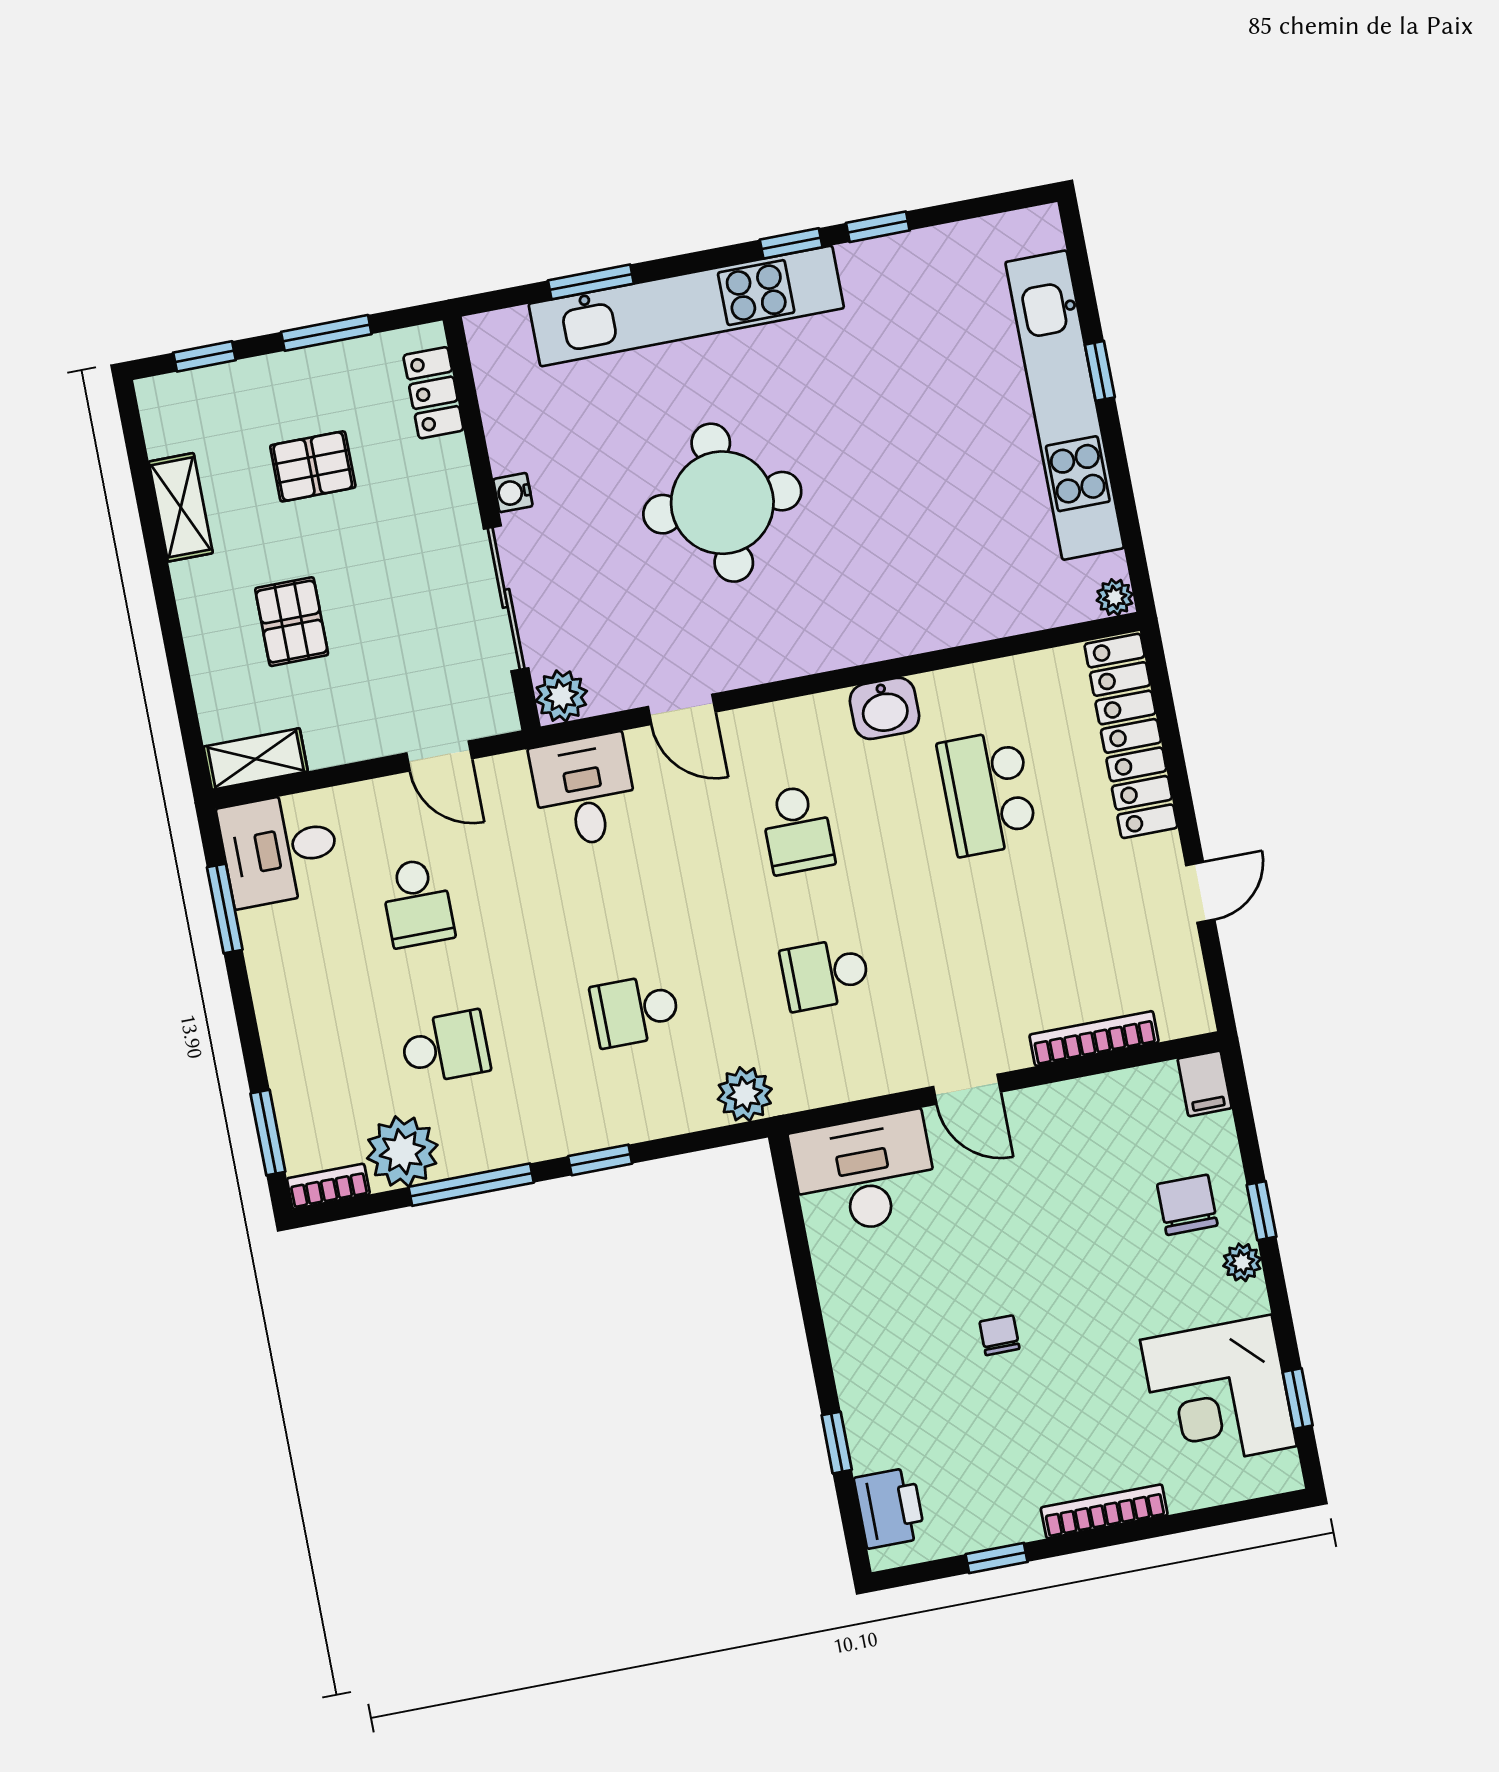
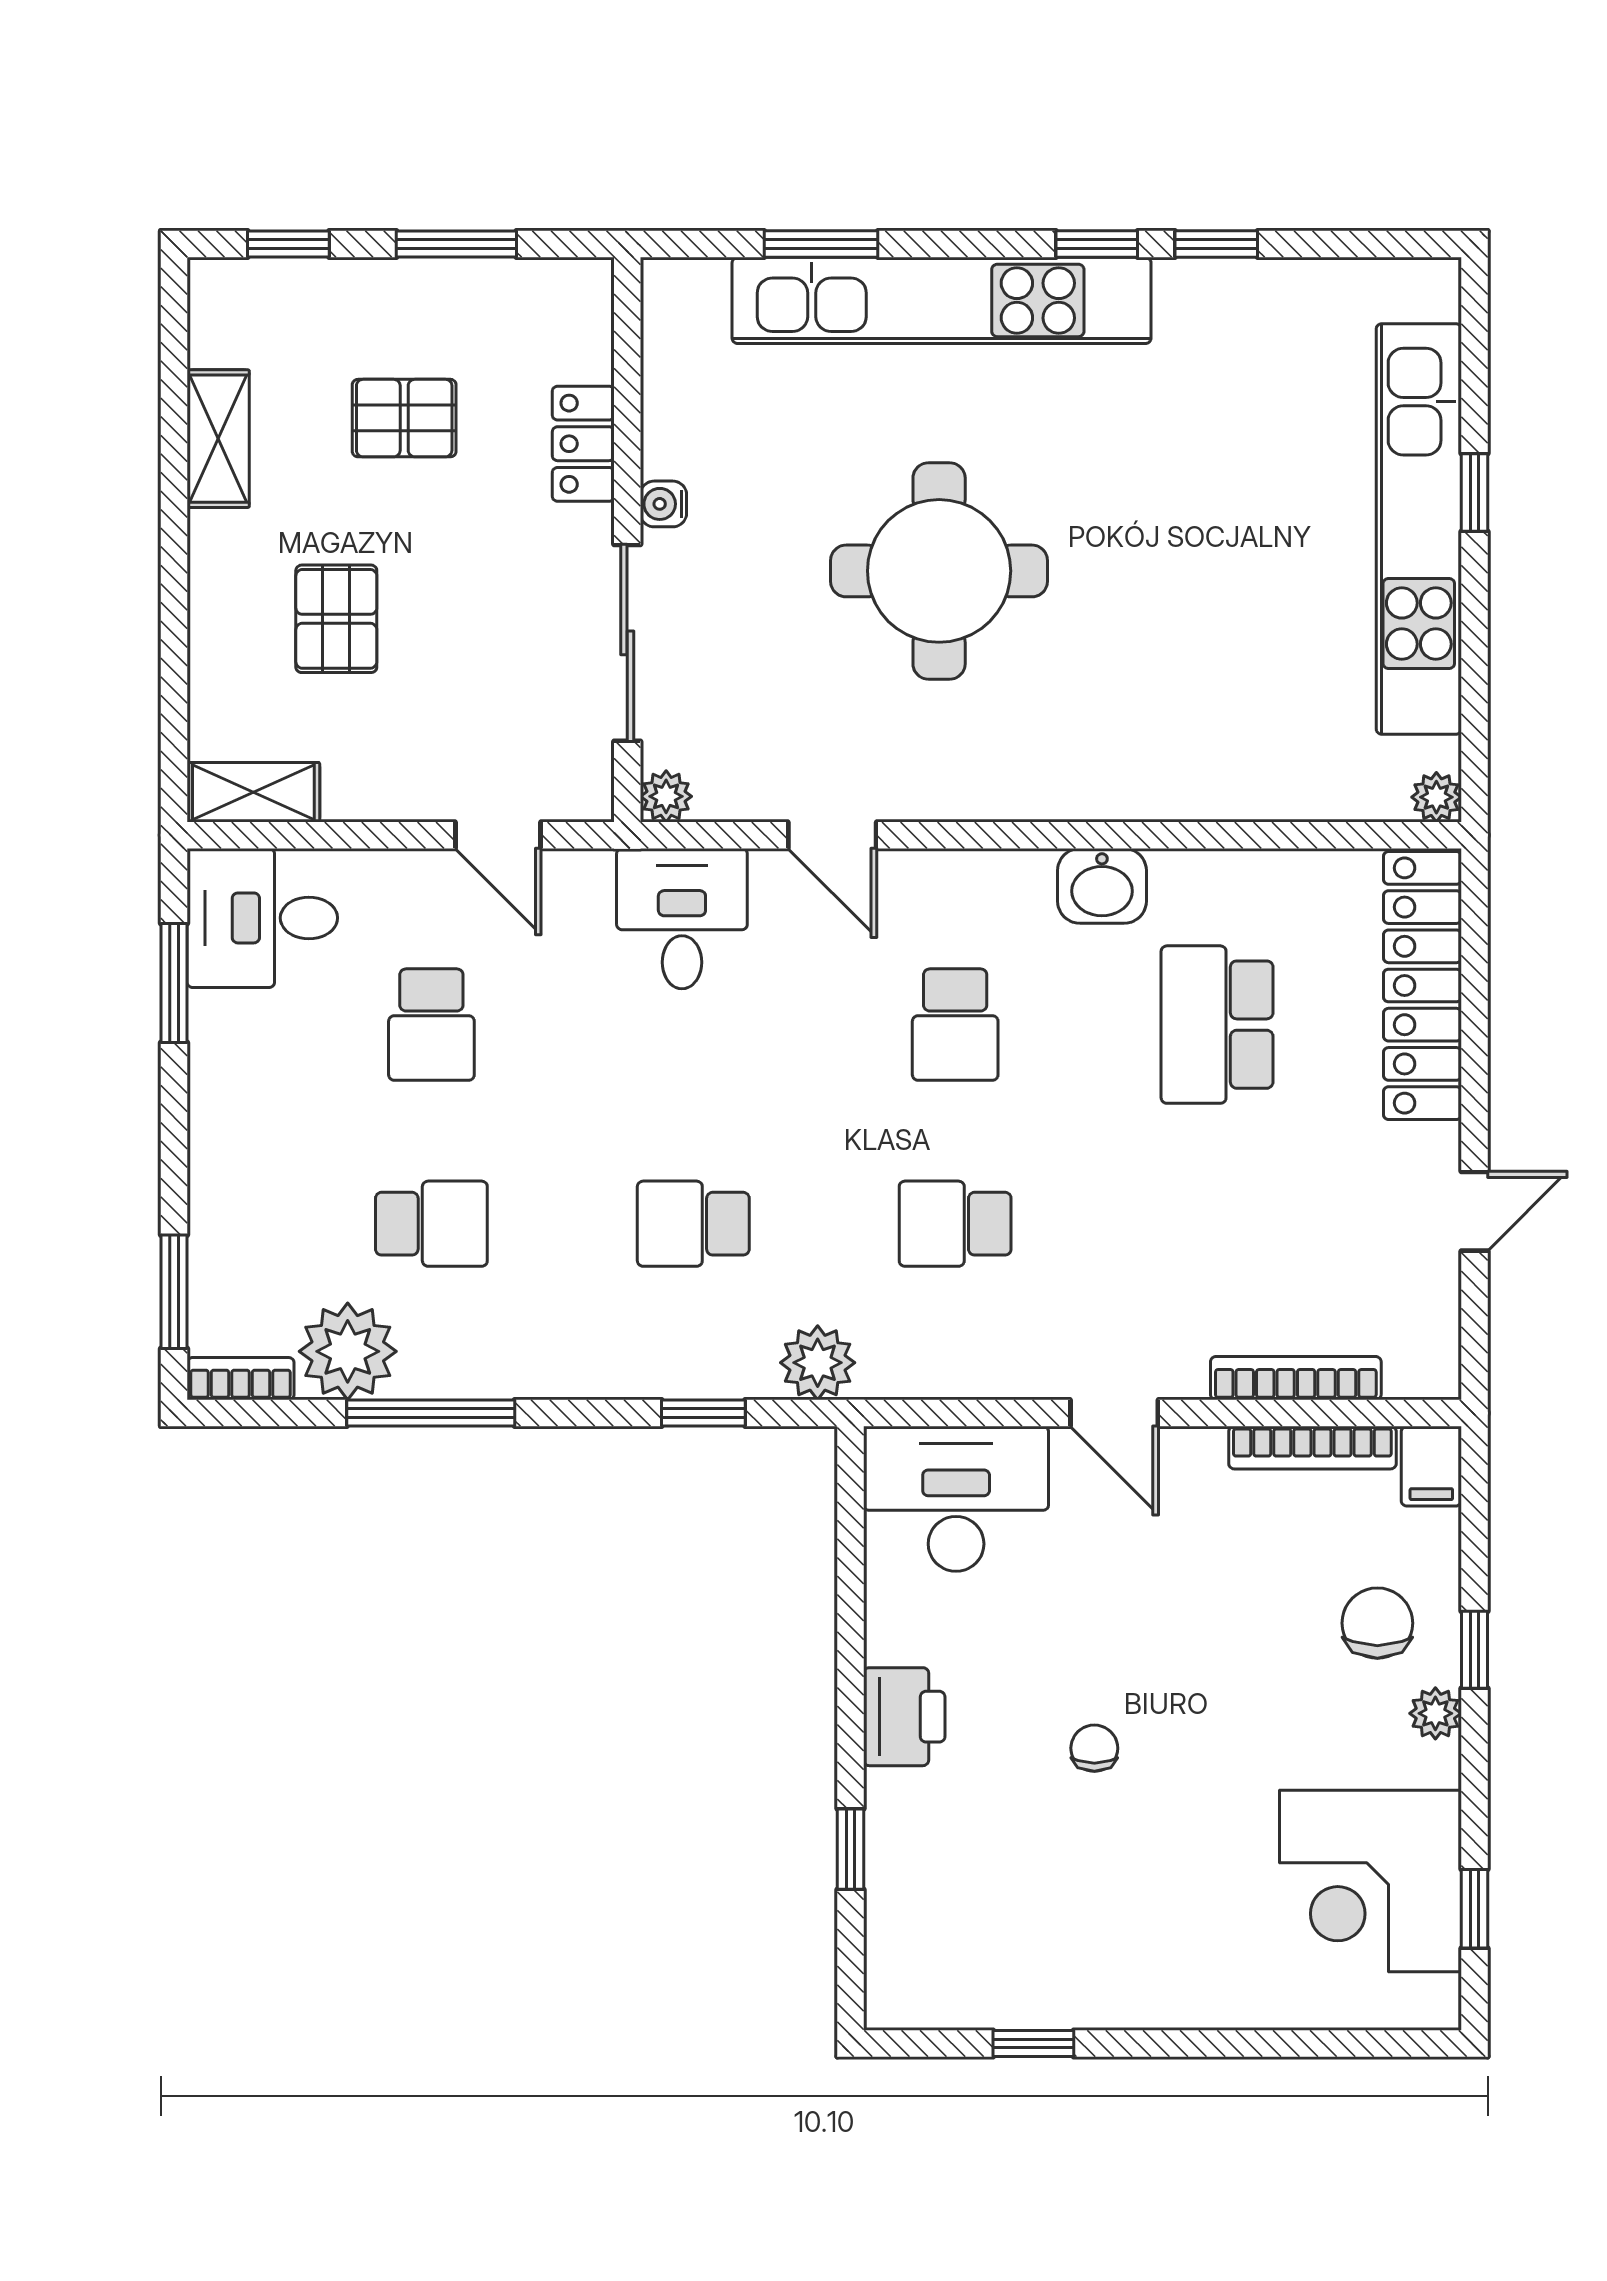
locker: (433, 393) -> (583, 444), moved
plant: (561, 696) -> (666, 796), width x0.73, depth x0.73
window: (600, 1160) -> (703, 1413), moved
printer: (890, 1508) -> (904, 1717), moved
bookcase: (1104, 1511) -> (1312, 1448), moved, turned 180

